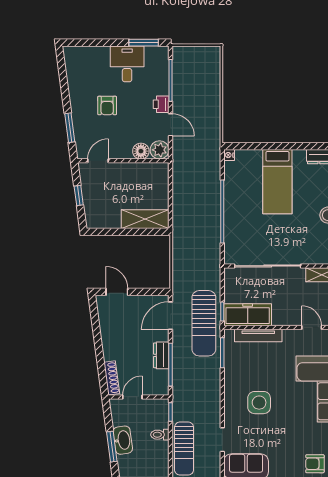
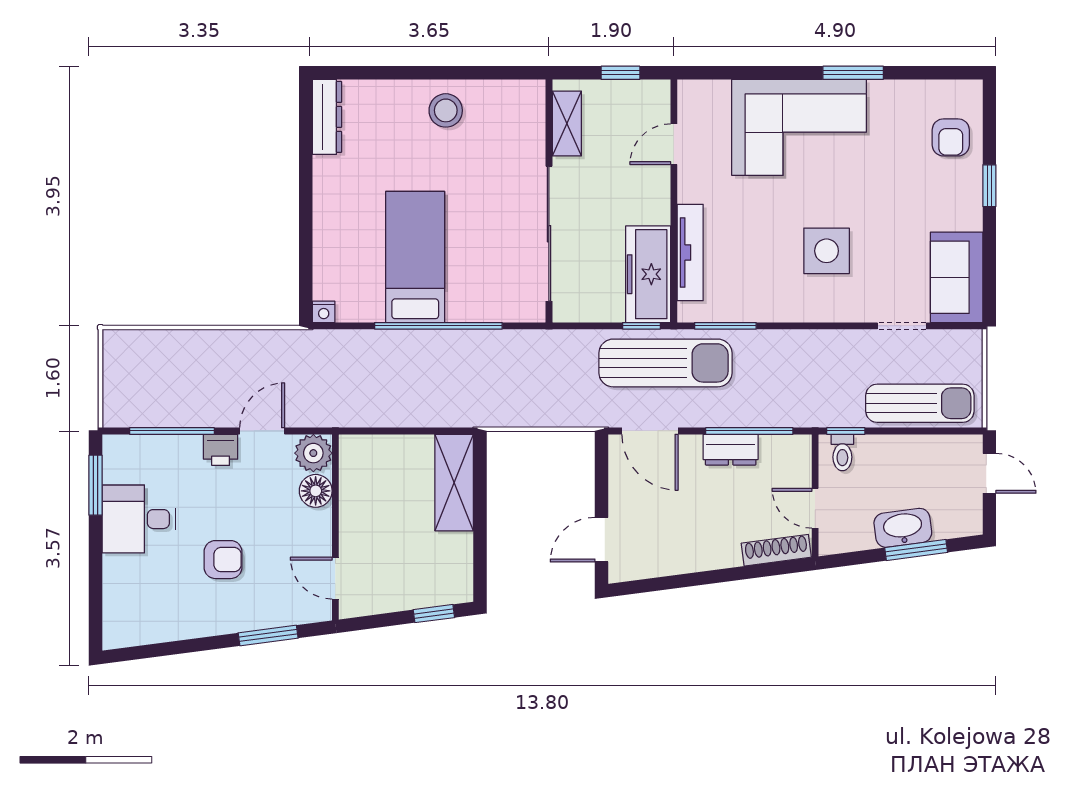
bed: (277, 182) -> (415, 257), moved, turned -90
window: (79, 195) -> (434, 614), moved
toilet: (160, 435) -> (842, 453), moved

